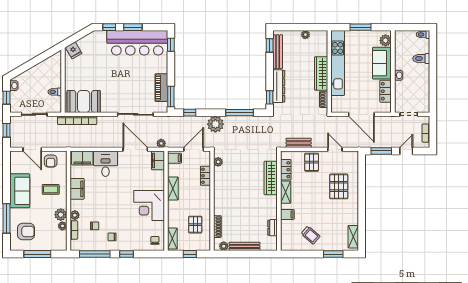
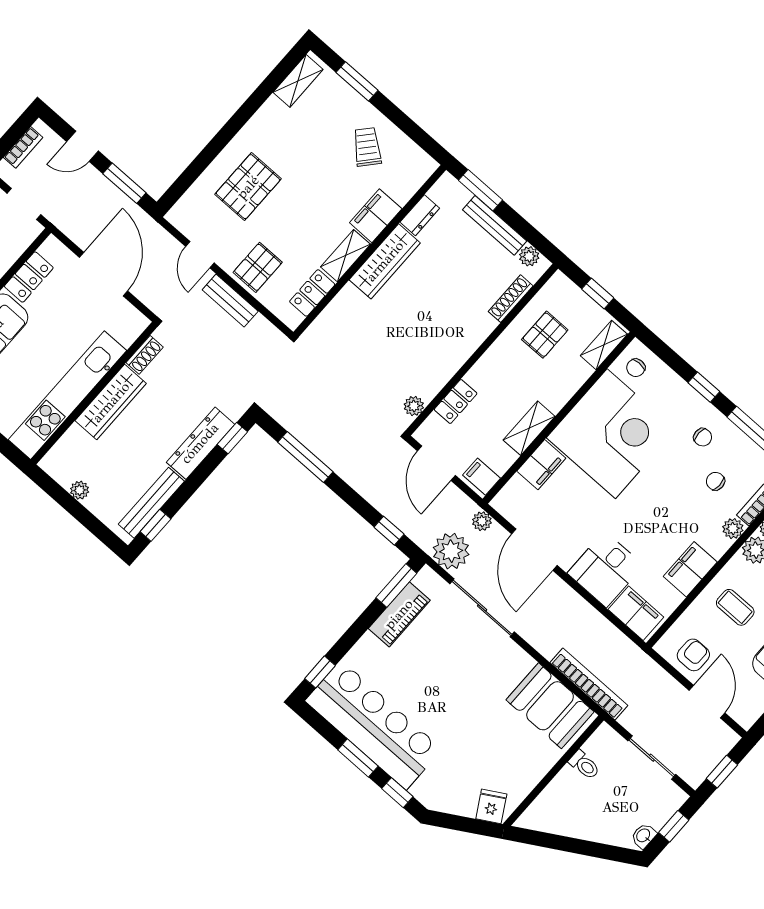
plant: (215, 124) -> (451, 551), moved
bench: (299, 143) -> (230, 300), moved
door: (194, 149) -> (436, 463), hinge flipped
filing cabinet: (158, 160) -> (541, 465), moved
wardrobe: (271, 178) -> (385, 261), moved
corner desk: (149, 205) -> (611, 434), width x1.36, depth x1.36
filing cabinet: (287, 214) -> (376, 216), width x2.00
window: (260, 254) -> (480, 190), added

